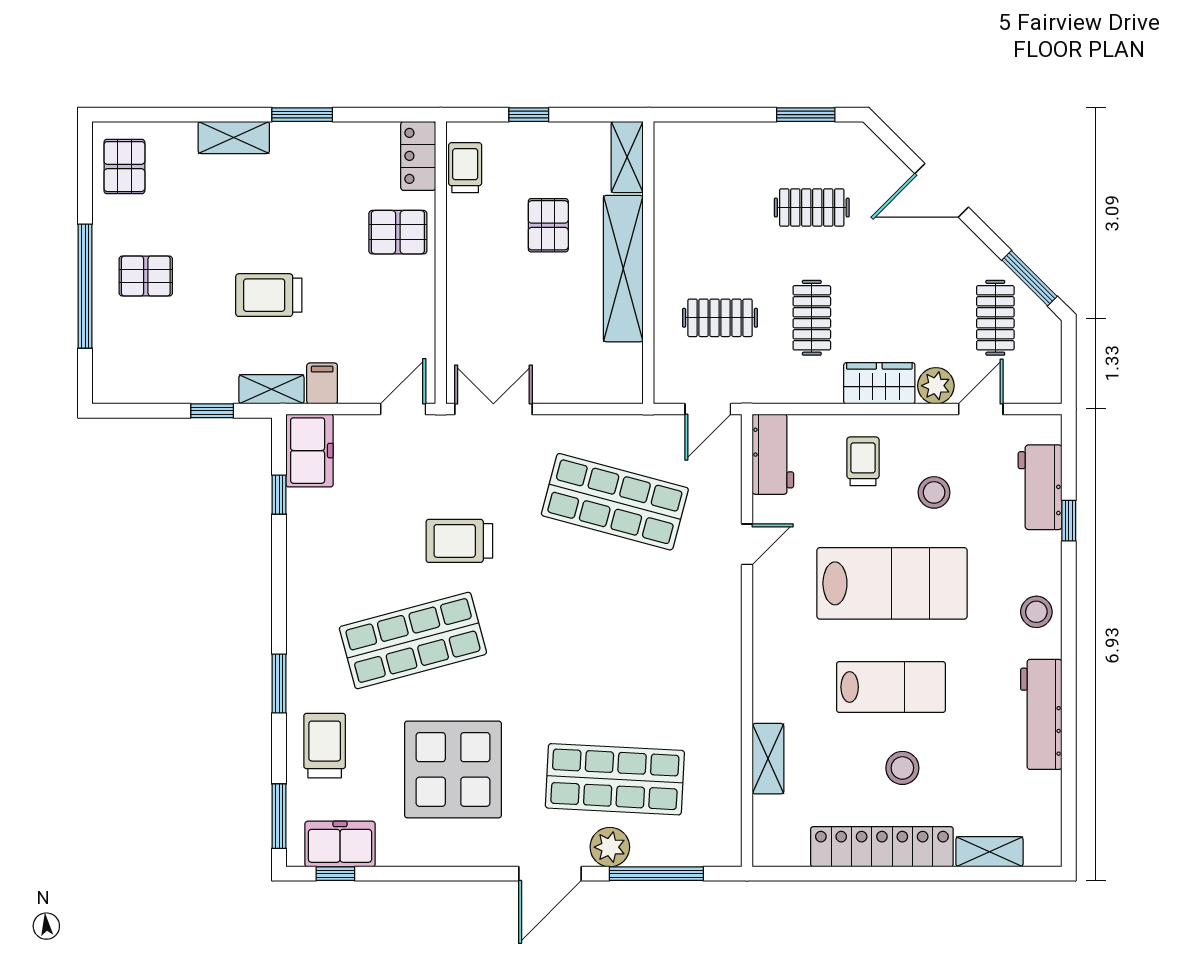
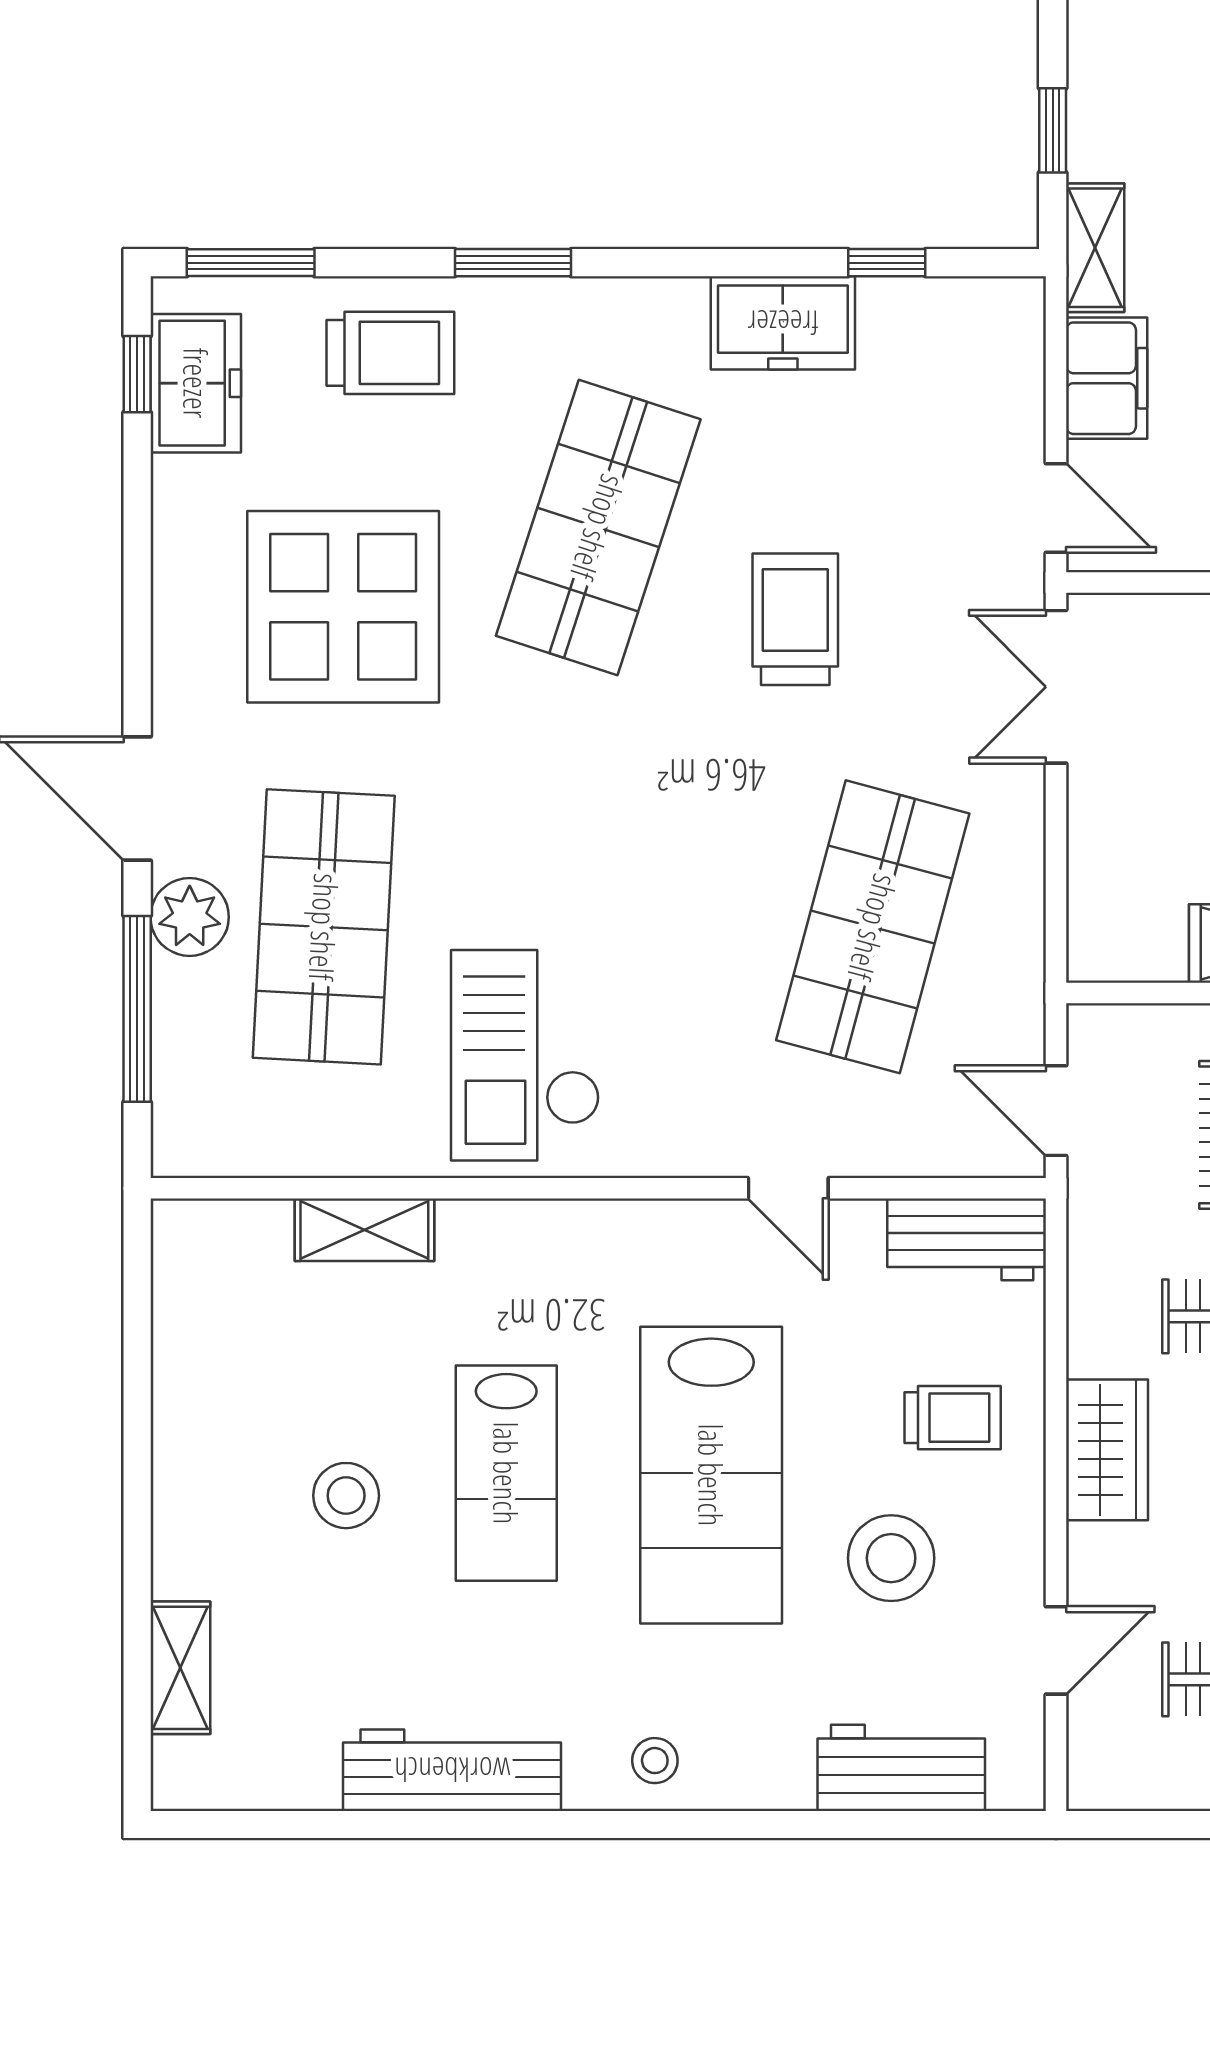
filing cabinet: (322, 383) -> (1107, 378), width x2.00
plant: (936, 386) -> (1102, 1562), removed
double door: (493, 409) -> (1056, 687), swing flipped
door: (981, 409) -> (1056, 1650), hinge flipped
freezer: (309, 451) -> (783, 323), moved
stool: (934, 492) -> (891, 1558), width x1.38, depth x1.38
window: (1069, 521) -> (835, 1825), removed
stool: (1036, 612) -> (655, 1761), width x0.73, depth x0.73
shop shelf: (413, 640) -> (598, 527), turned 33
checkout: (680, 677) -> (525, 1055), added
locker: (882, 847) -> (190, 1455), removed

